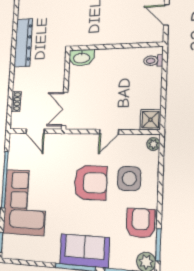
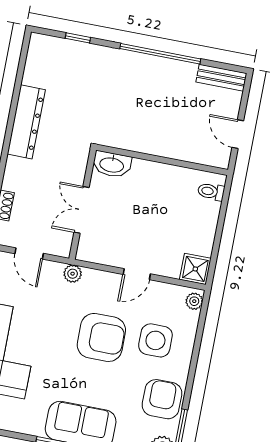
double door: (65, 109) -> (81, 210), moved
plant: (65, 140) -> (73, 274), added

